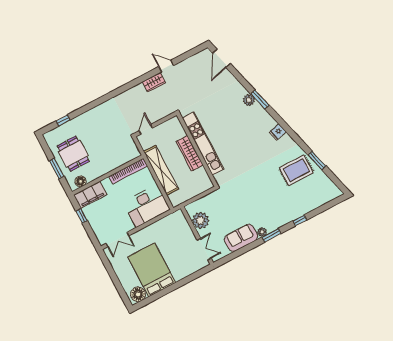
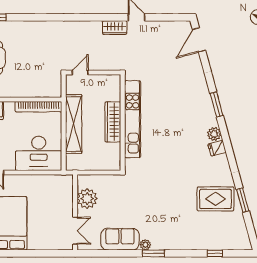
plant: (249, 100) -> (214, 134), moved
window: (300, 220) -> (215, 253), moved

